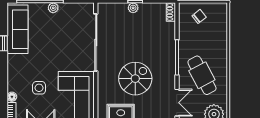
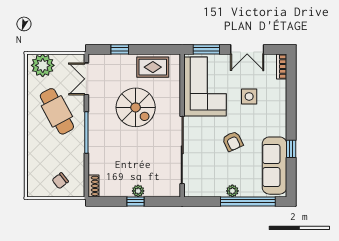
armchair: (53, 50) -> (233, 141), added
spiral stairs: (135, 79) -> (136, 107), turned -90
floor lamp: (12, 97) -> (281, 86), removed

